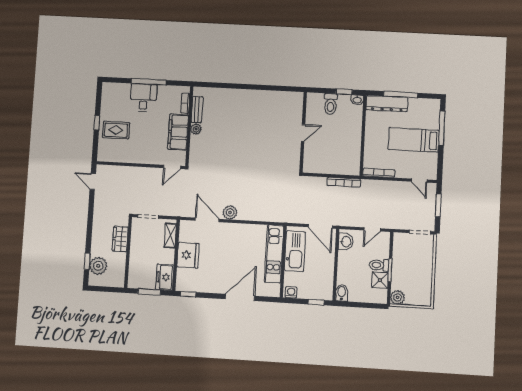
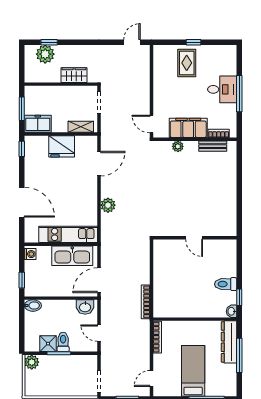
plant: (196, 129) -> (178, 146), moved
wall: (303, 132) -> (195, 238), moved
door: (303, 133) -> (194, 238), moved
plant: (230, 212) -> (108, 205), moved

